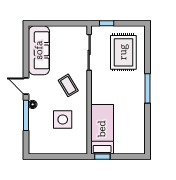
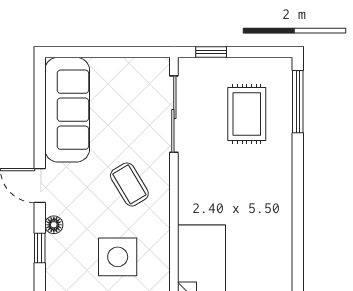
rug: (123, 52) -> (247, 114), width x0.73, depth x0.70
window: (147, 88) -> (298, 102), moved
window: (26, 115) -> (40, 248), width x0.46

